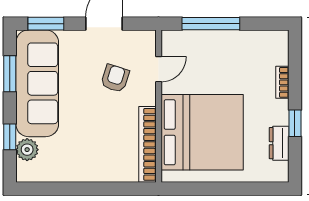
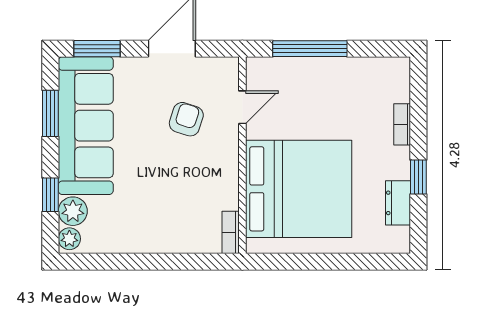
bookcase: (147, 144) -> (231, 232), width x0.43, depth x0.76
plant: (24, 171) -> (69, 239), added

